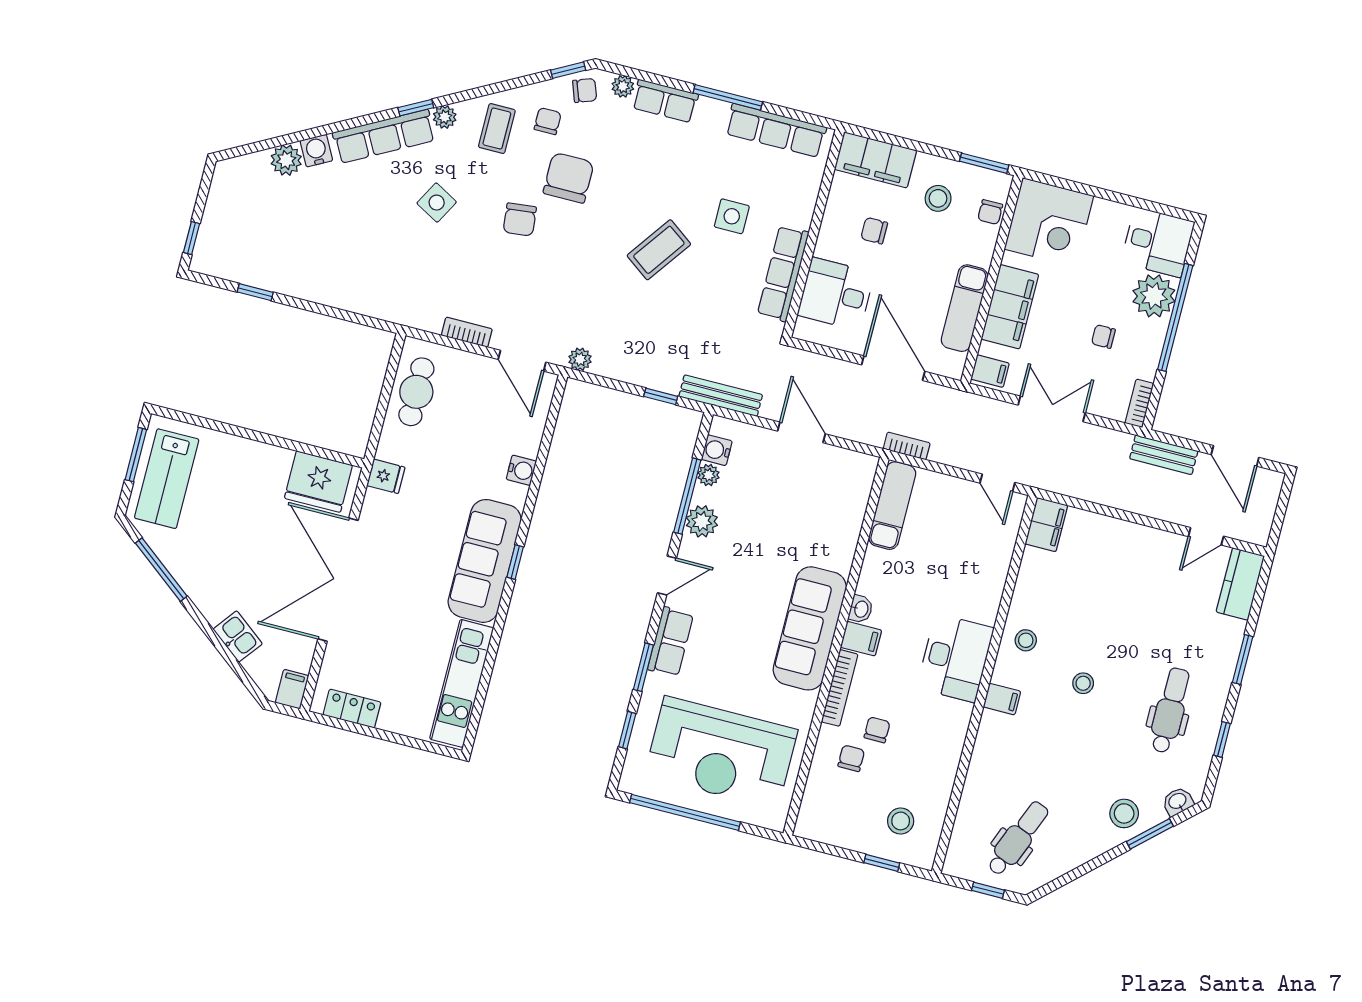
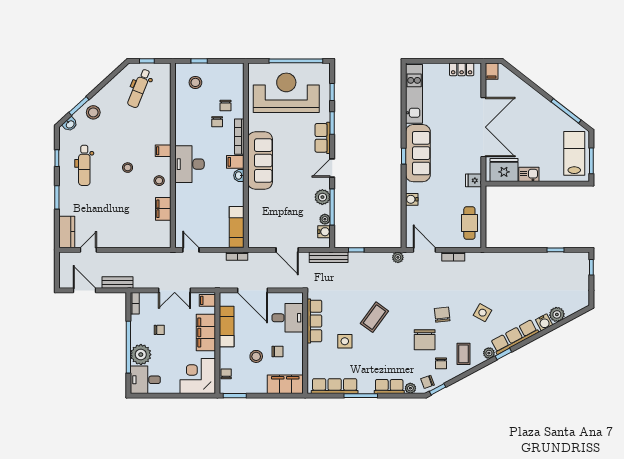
stool: (938, 198) -> (256, 356), moved
filing cabinet: (1046, 525) -> (163, 209), moved
kitchen sink: (238, 636) -> (529, 174), moved, turned 142

